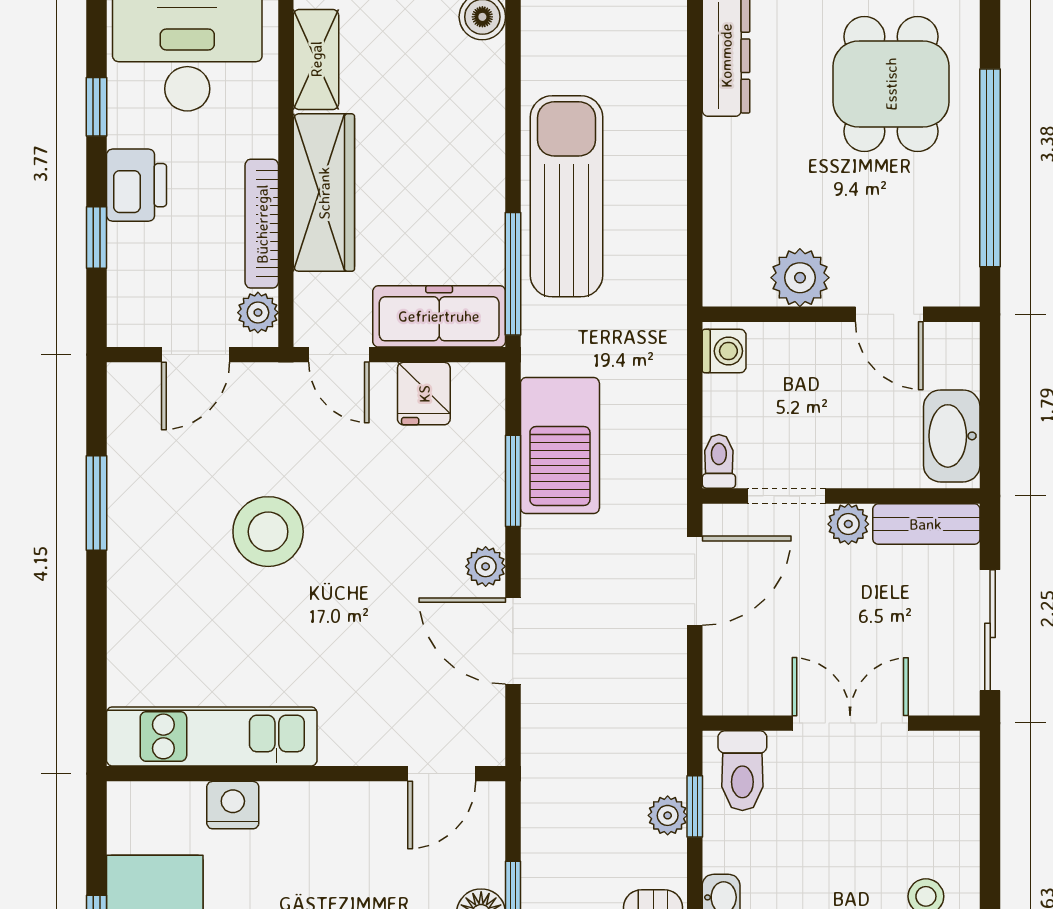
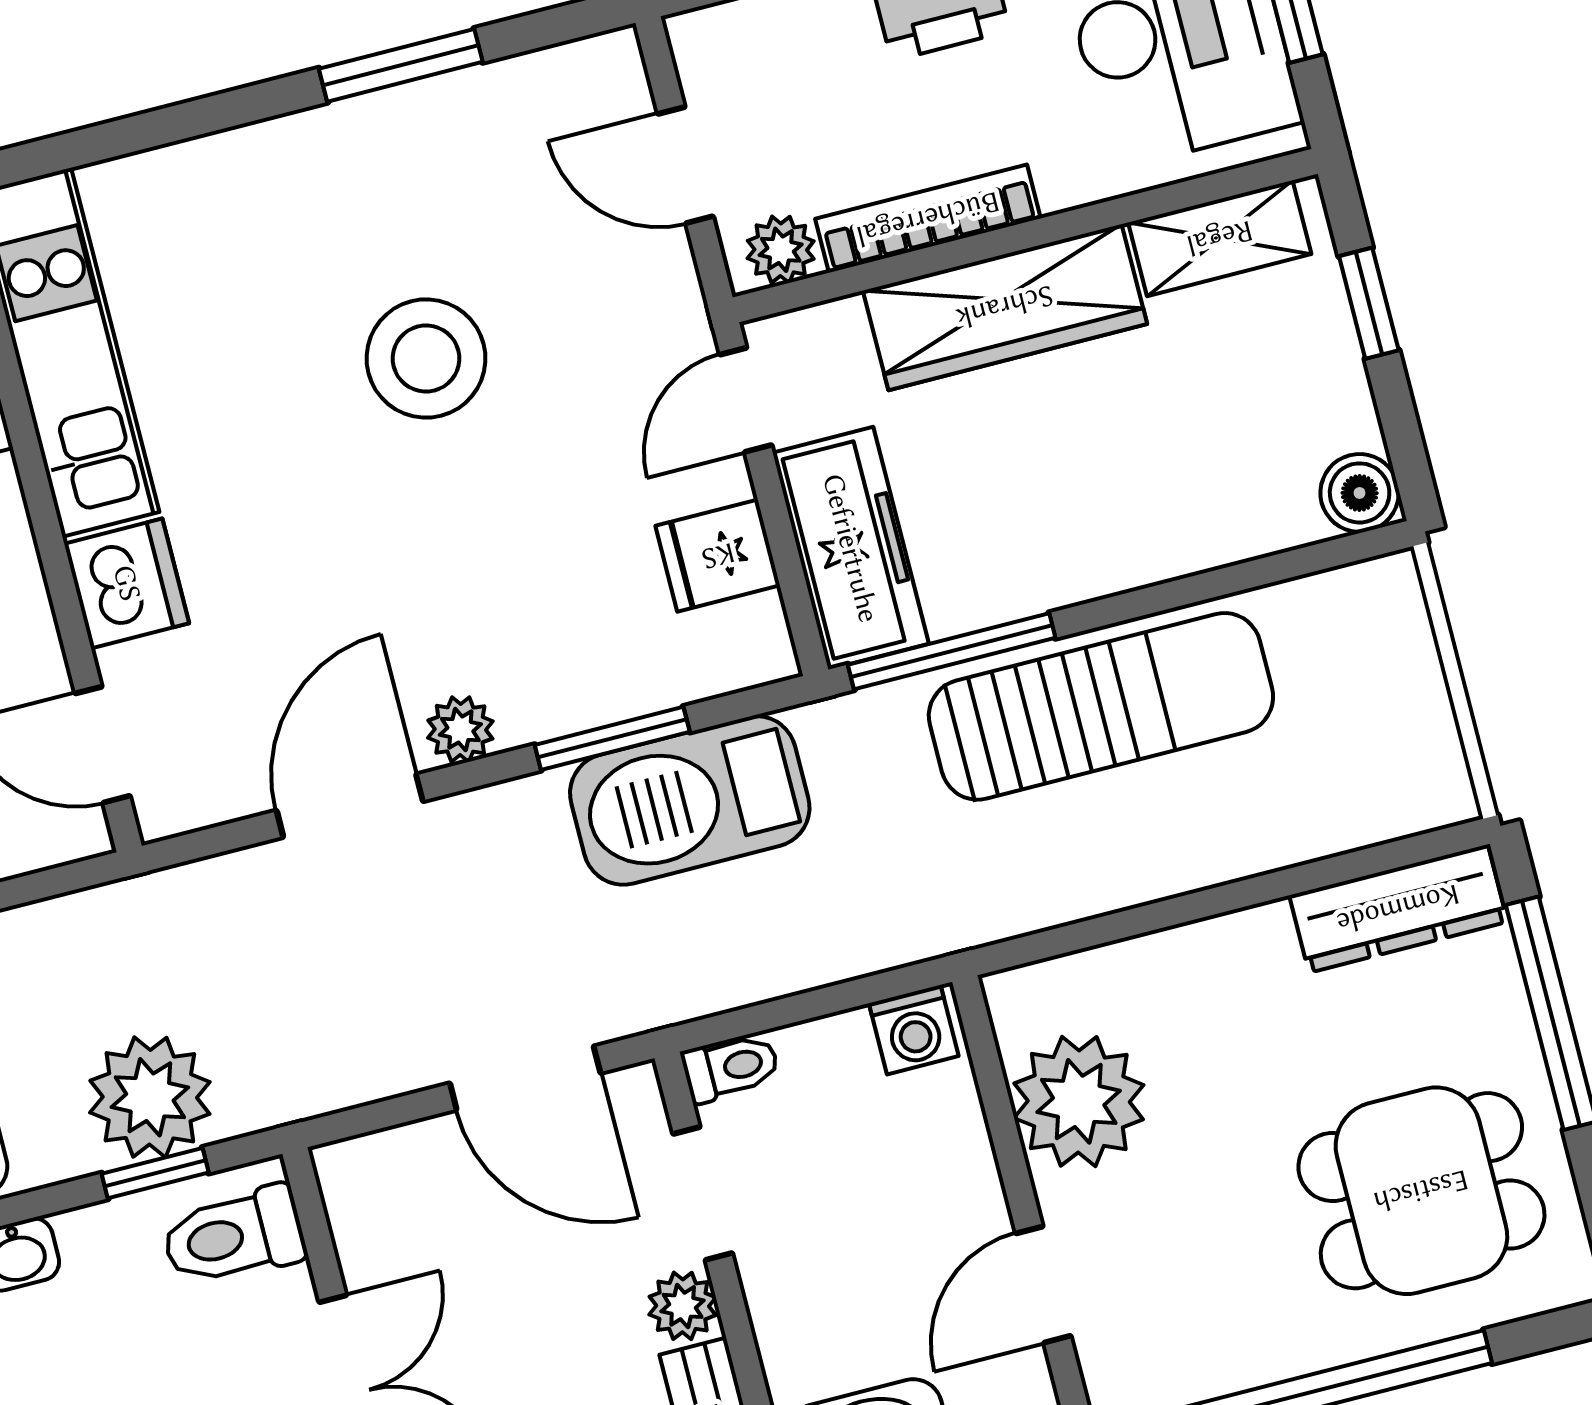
plant: (800, 278) -> (1079, 1101), width x1.36, depth x1.36
dishwasher: (353, 736) -> (127, 583), added
plant: (668, 815) -> (150, 1097), width x1.87, depth x1.87

